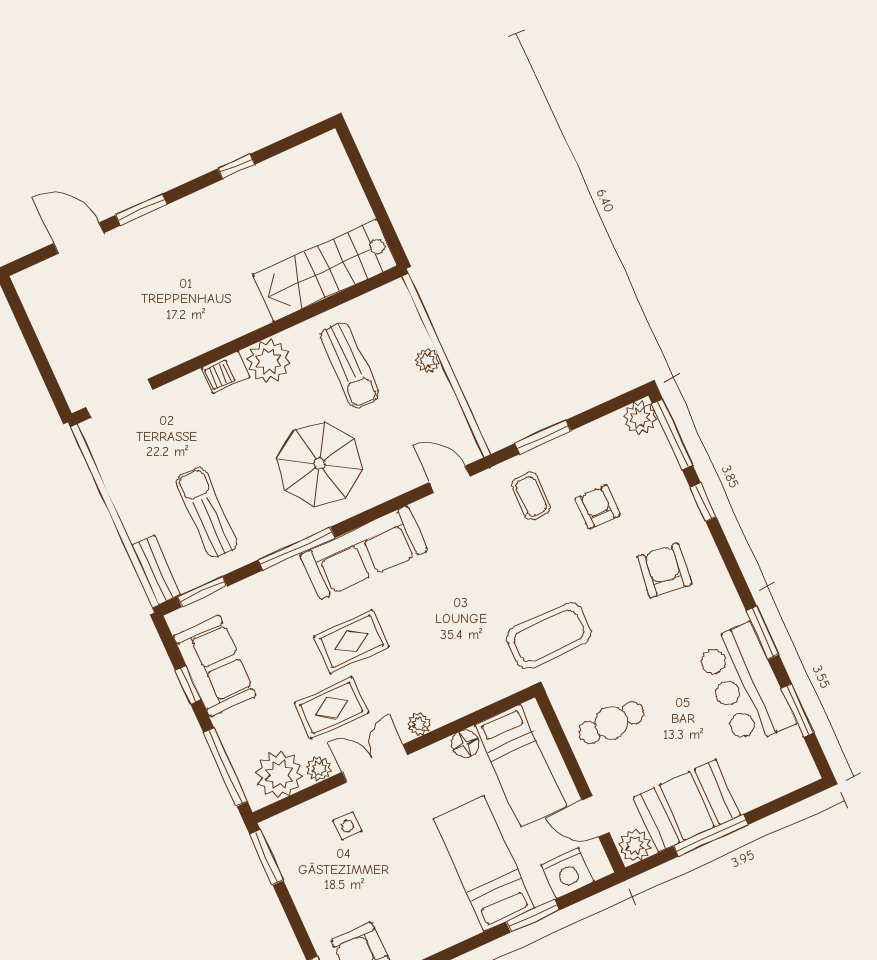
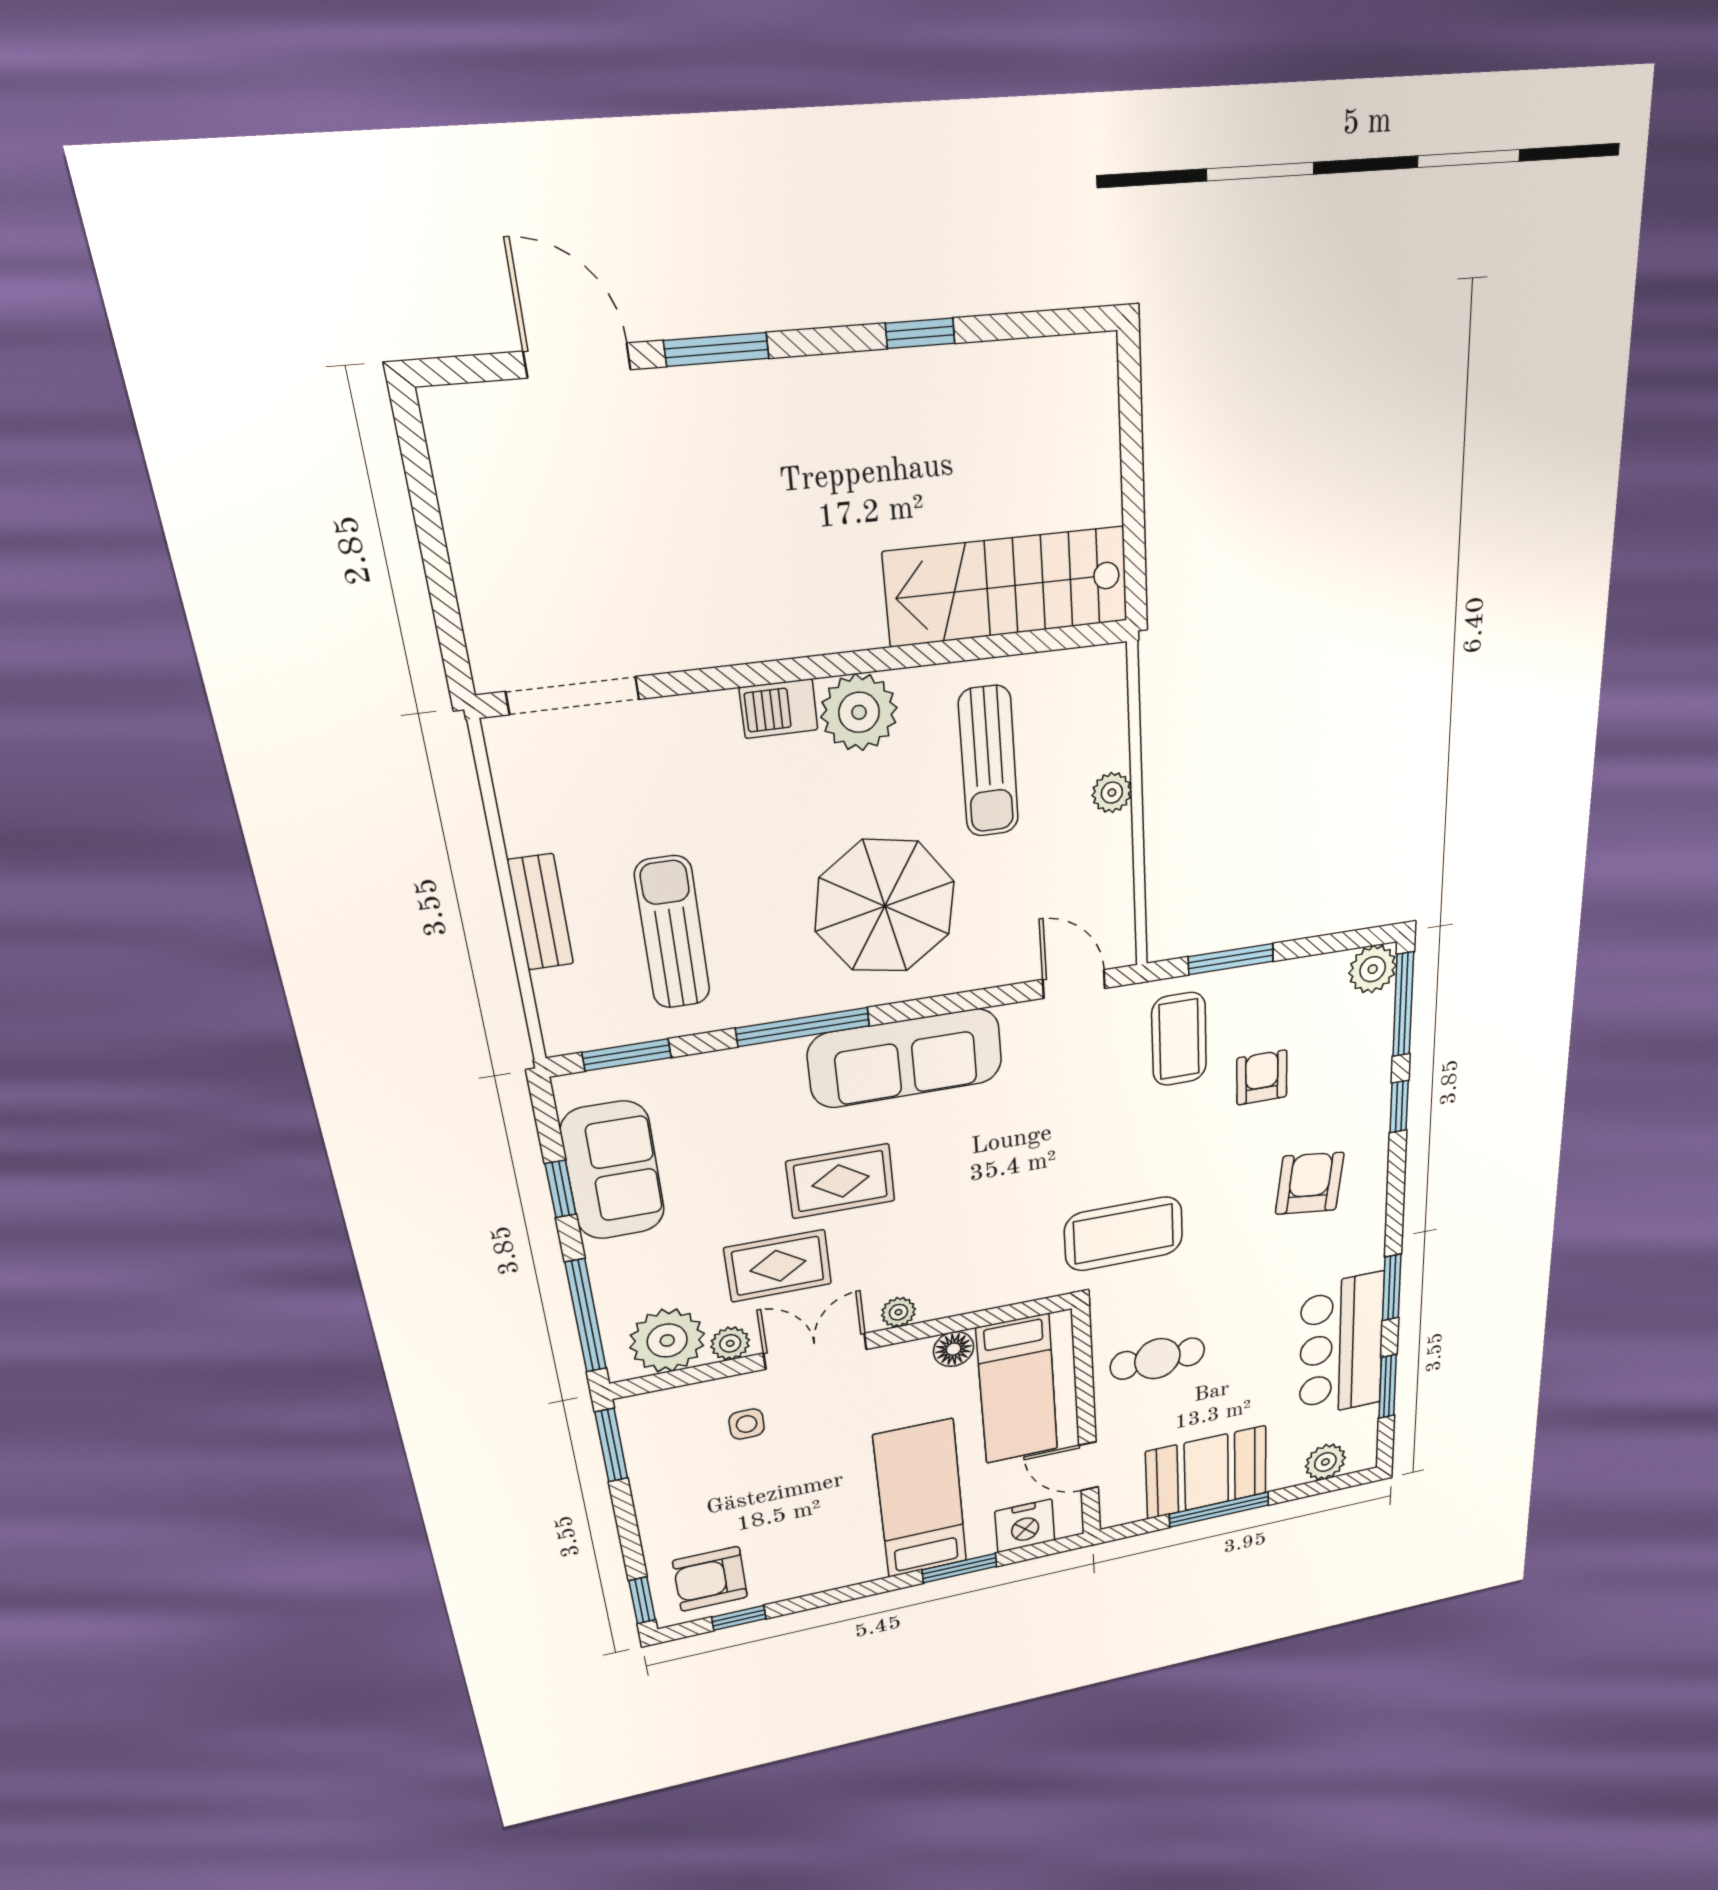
coffee table: (531, 496) -> (1179, 1039), width x1.36, depth x1.30
bench: (156, 570) -> (541, 912), moved
plant: (635, 846) -> (1325, 1462), moved

